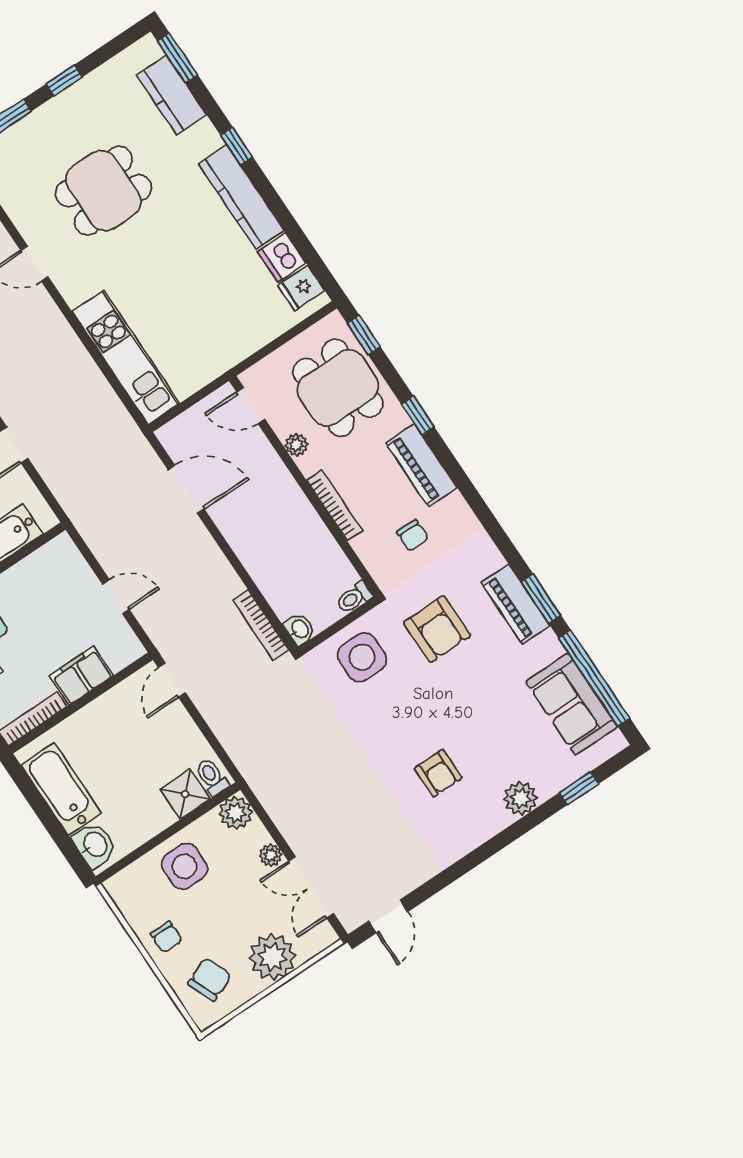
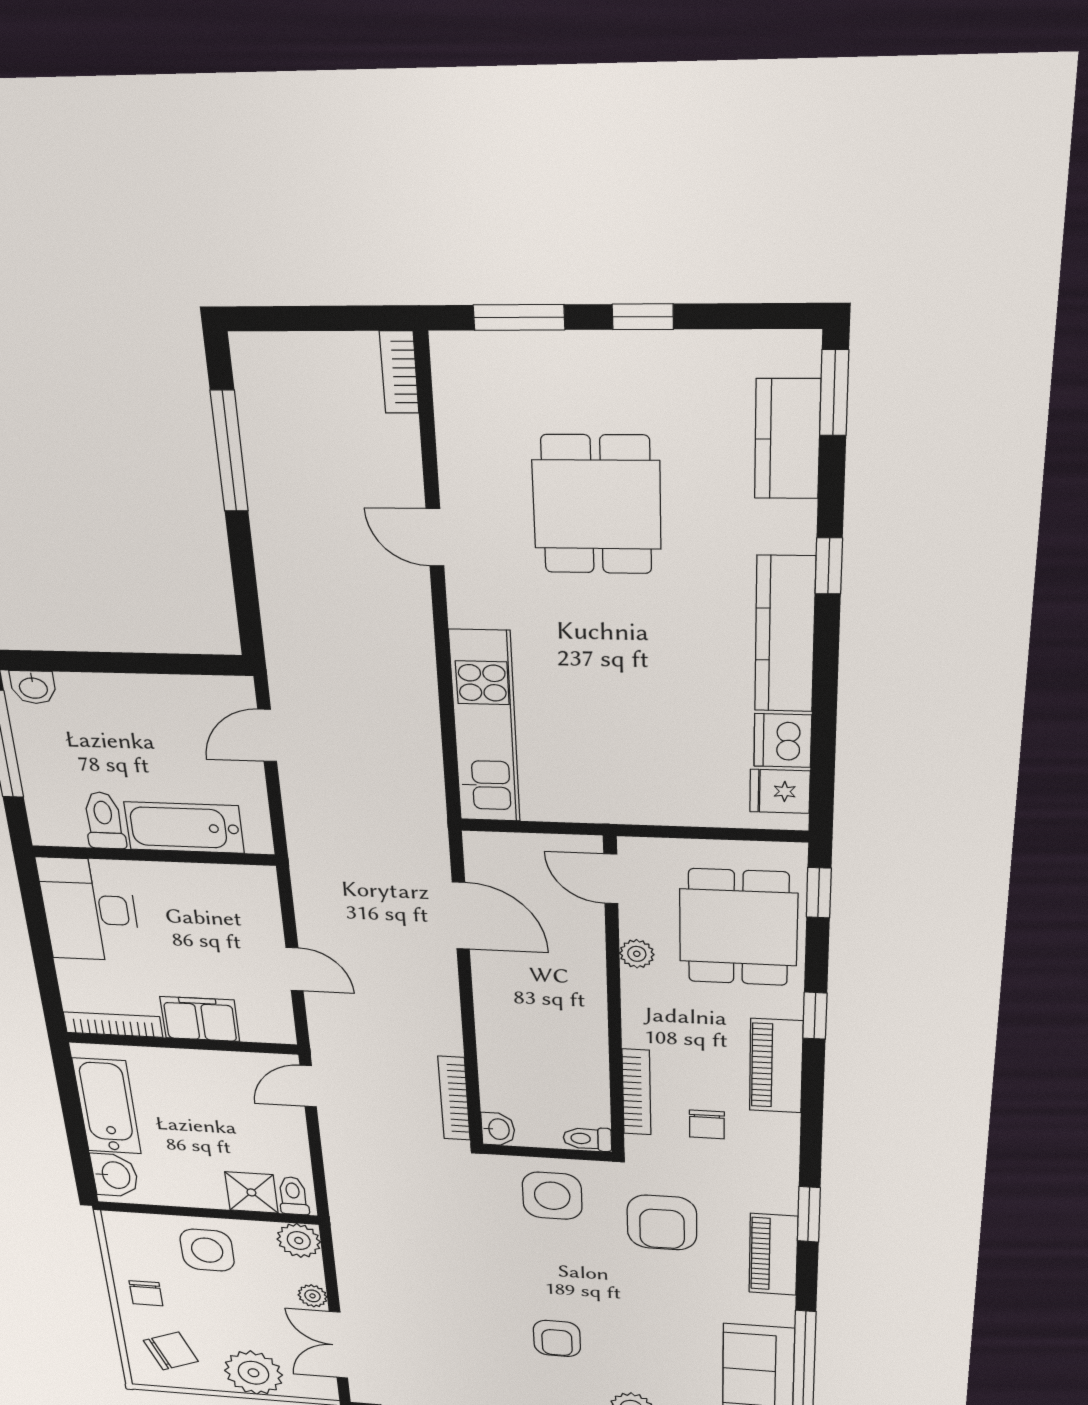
dining table: (103, 191) -> (597, 505), turned 90
bookcase: (335, 505) -> (636, 1092), moved
window: (541, 599) -> (809, 1214), moved

